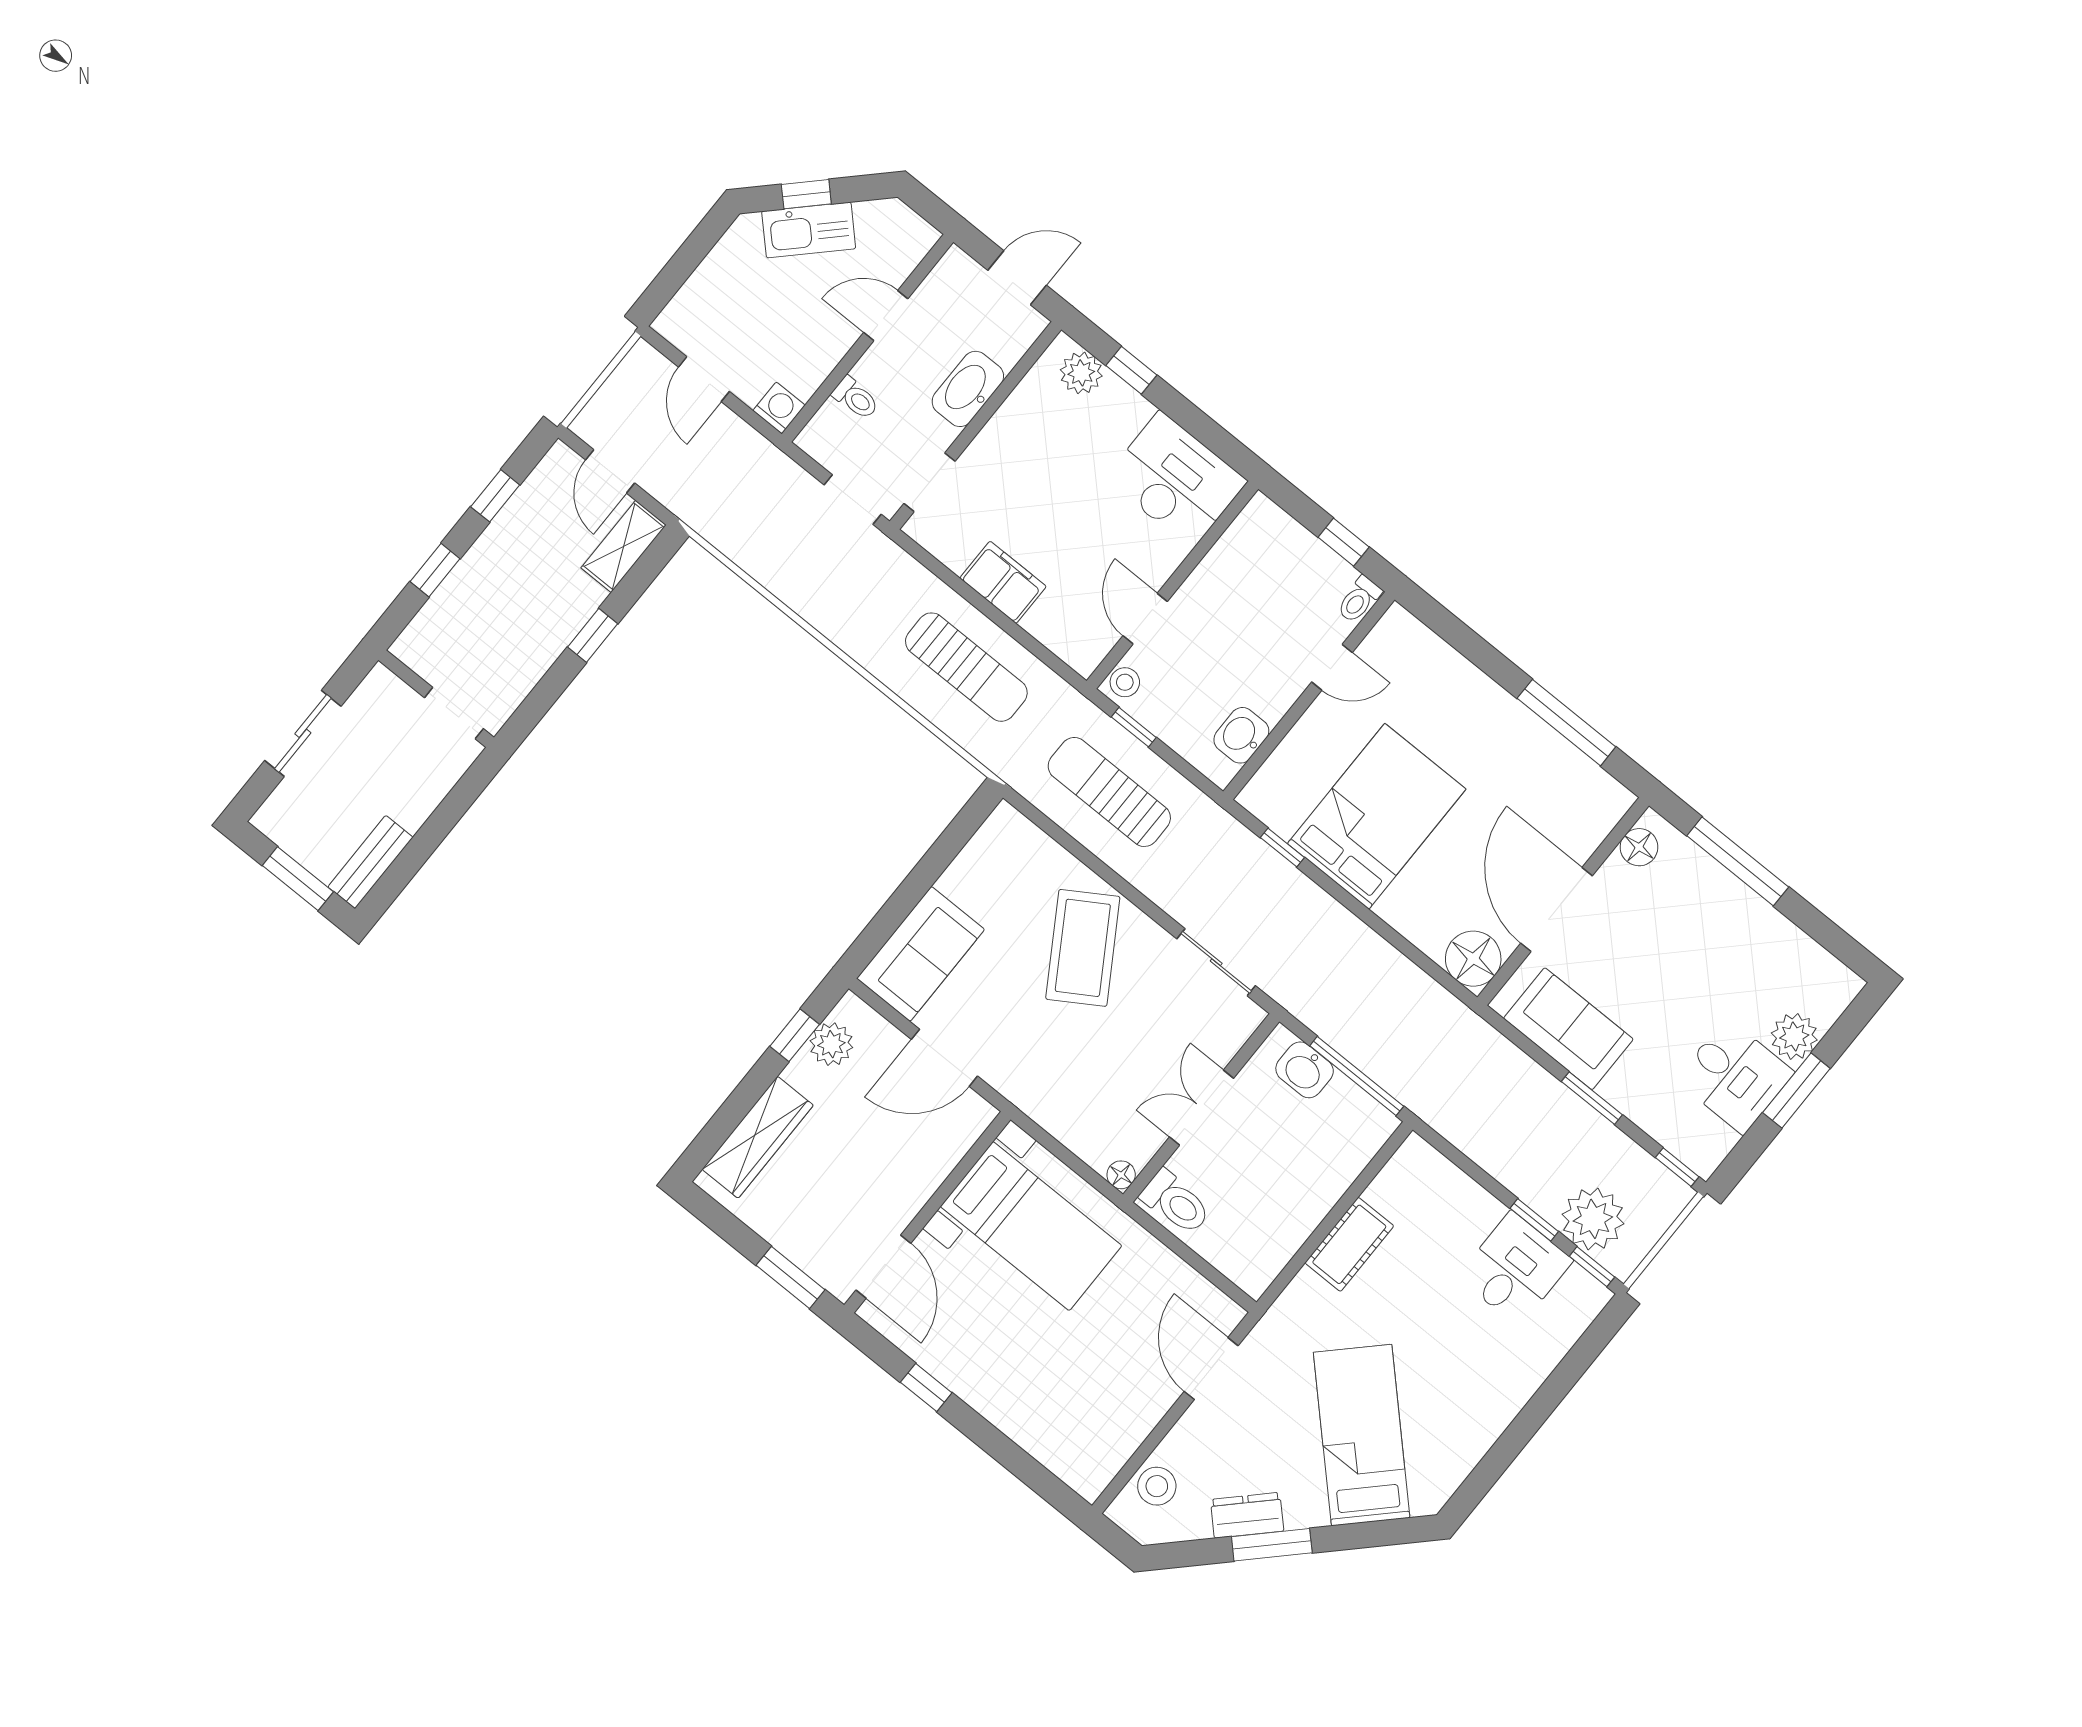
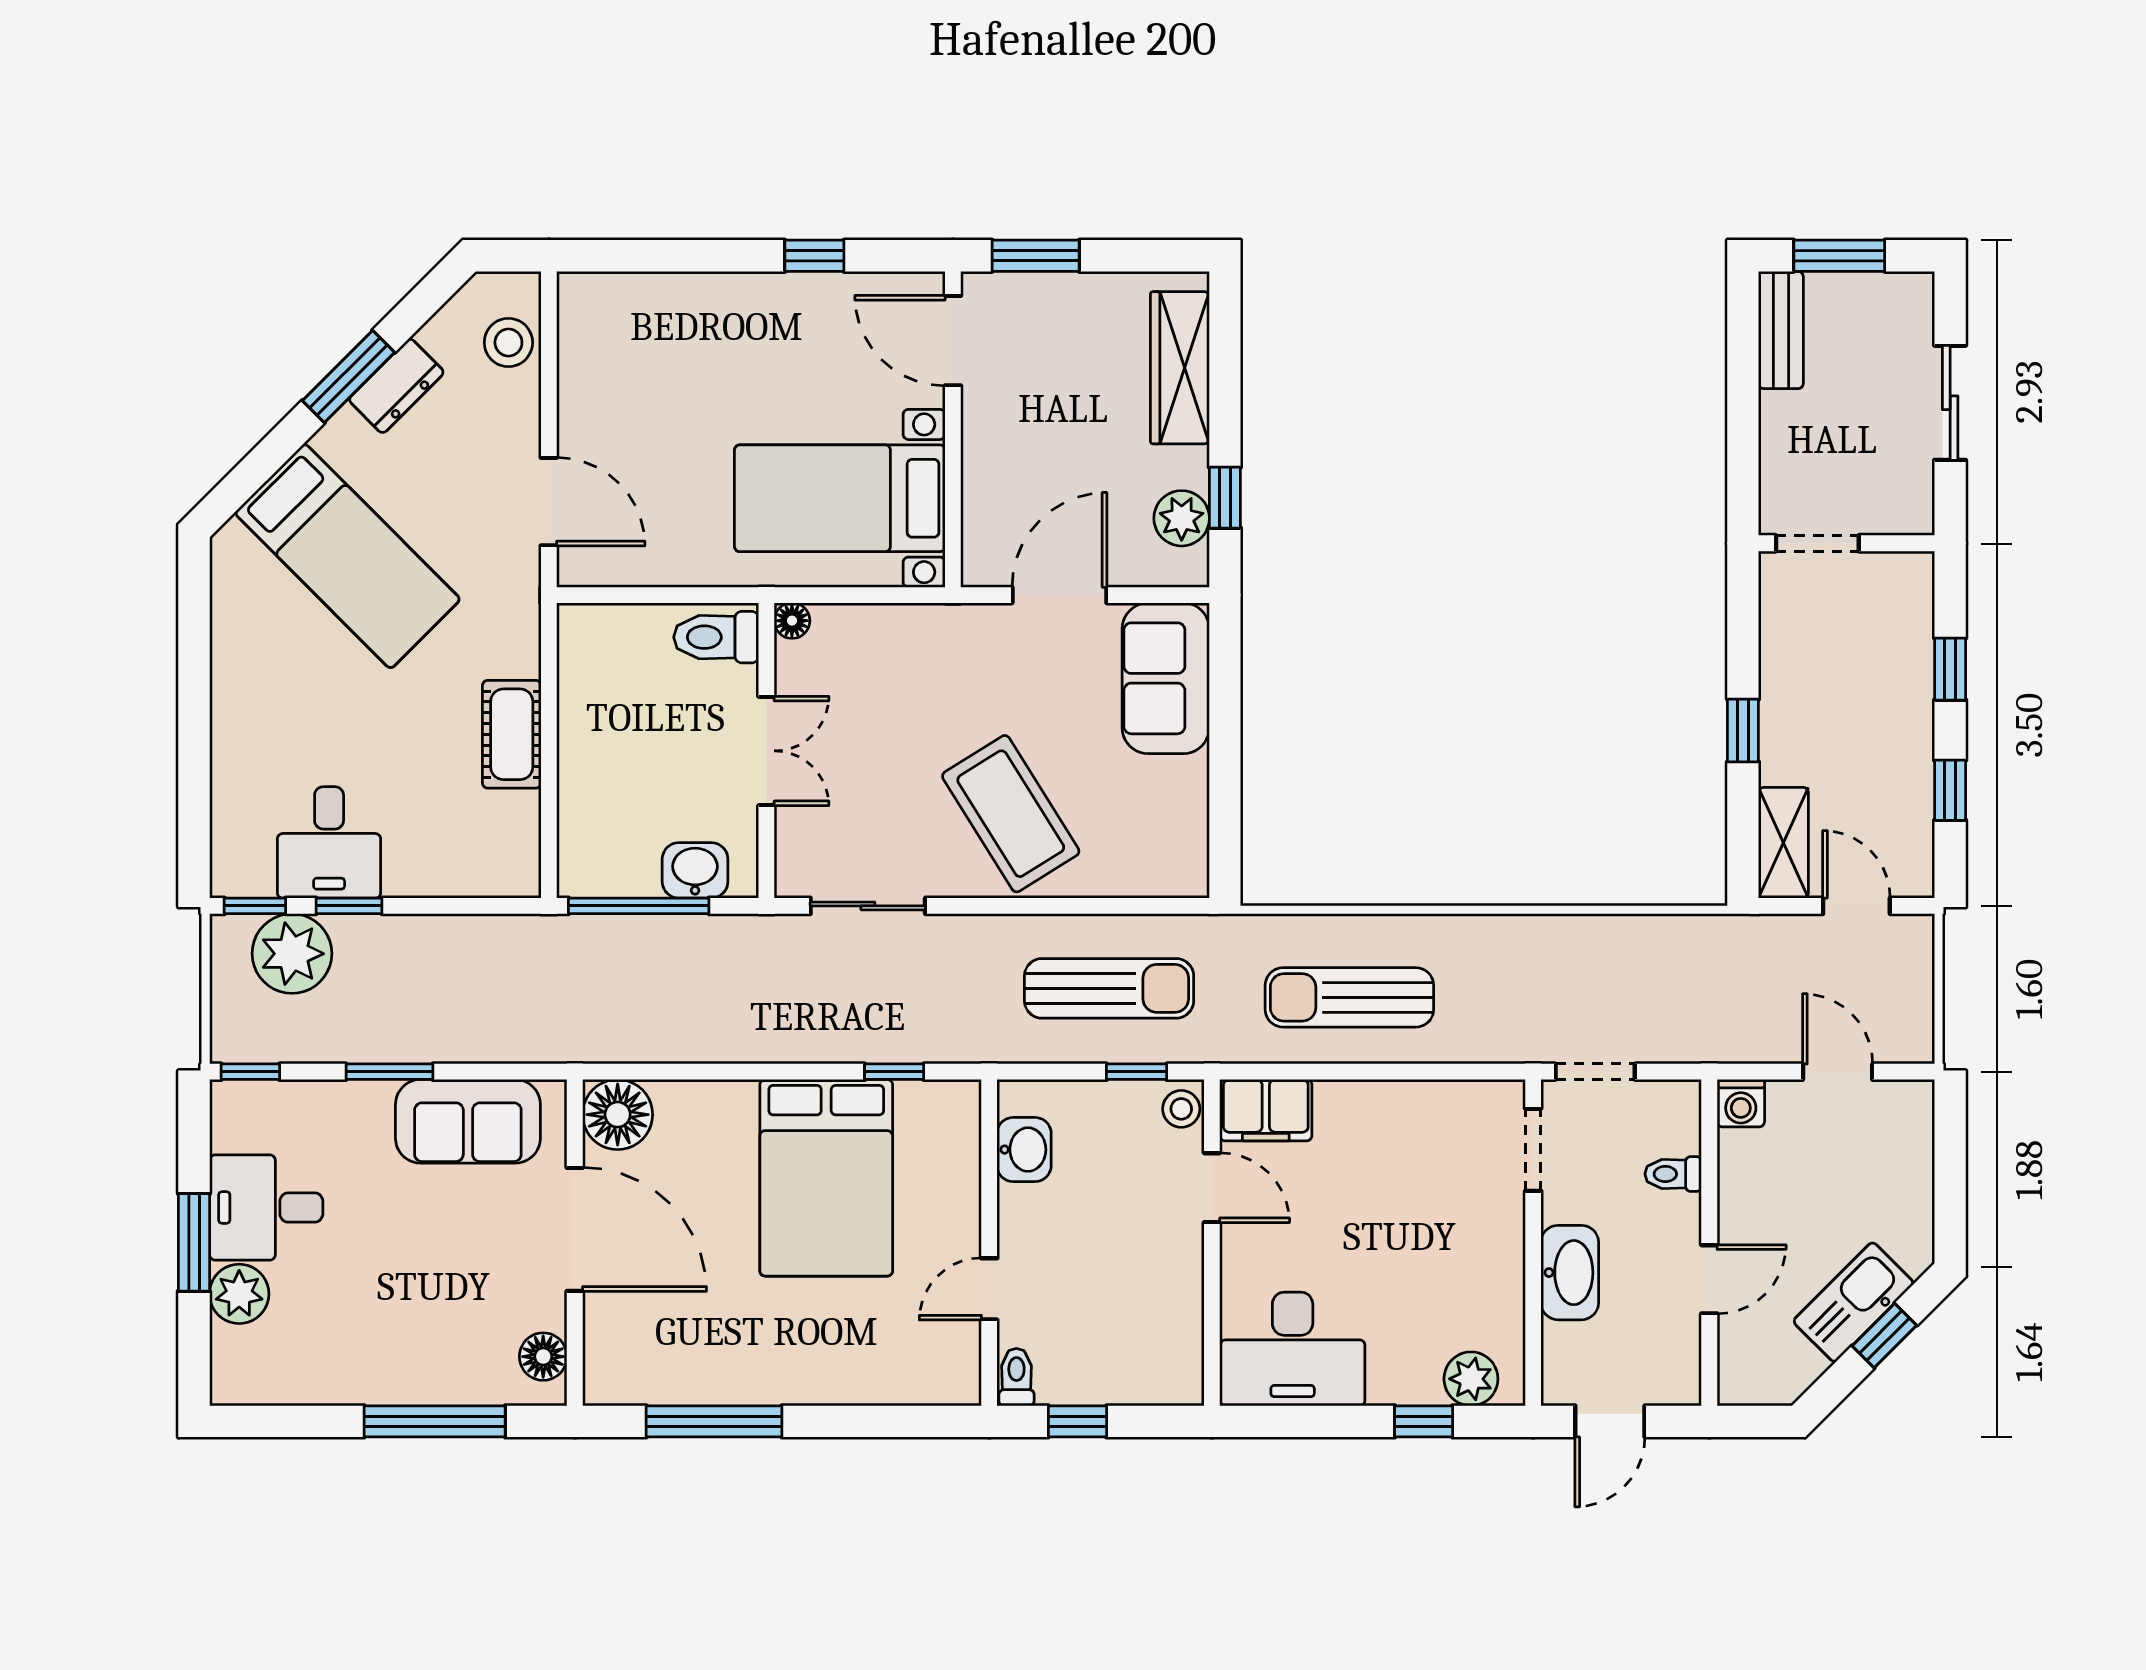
filing cabinet: (1003, 582) -> (1266, 1110), moved

